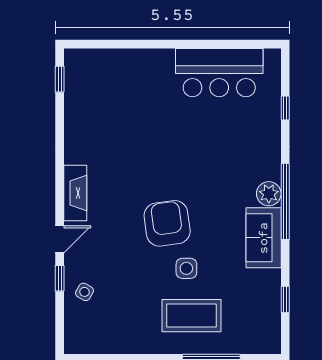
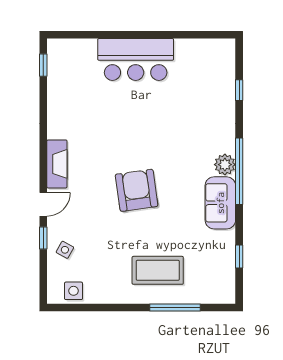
bar counter: (219, 73) -> (136, 59), moved
side table: (186, 268) -> (74, 291), moved

